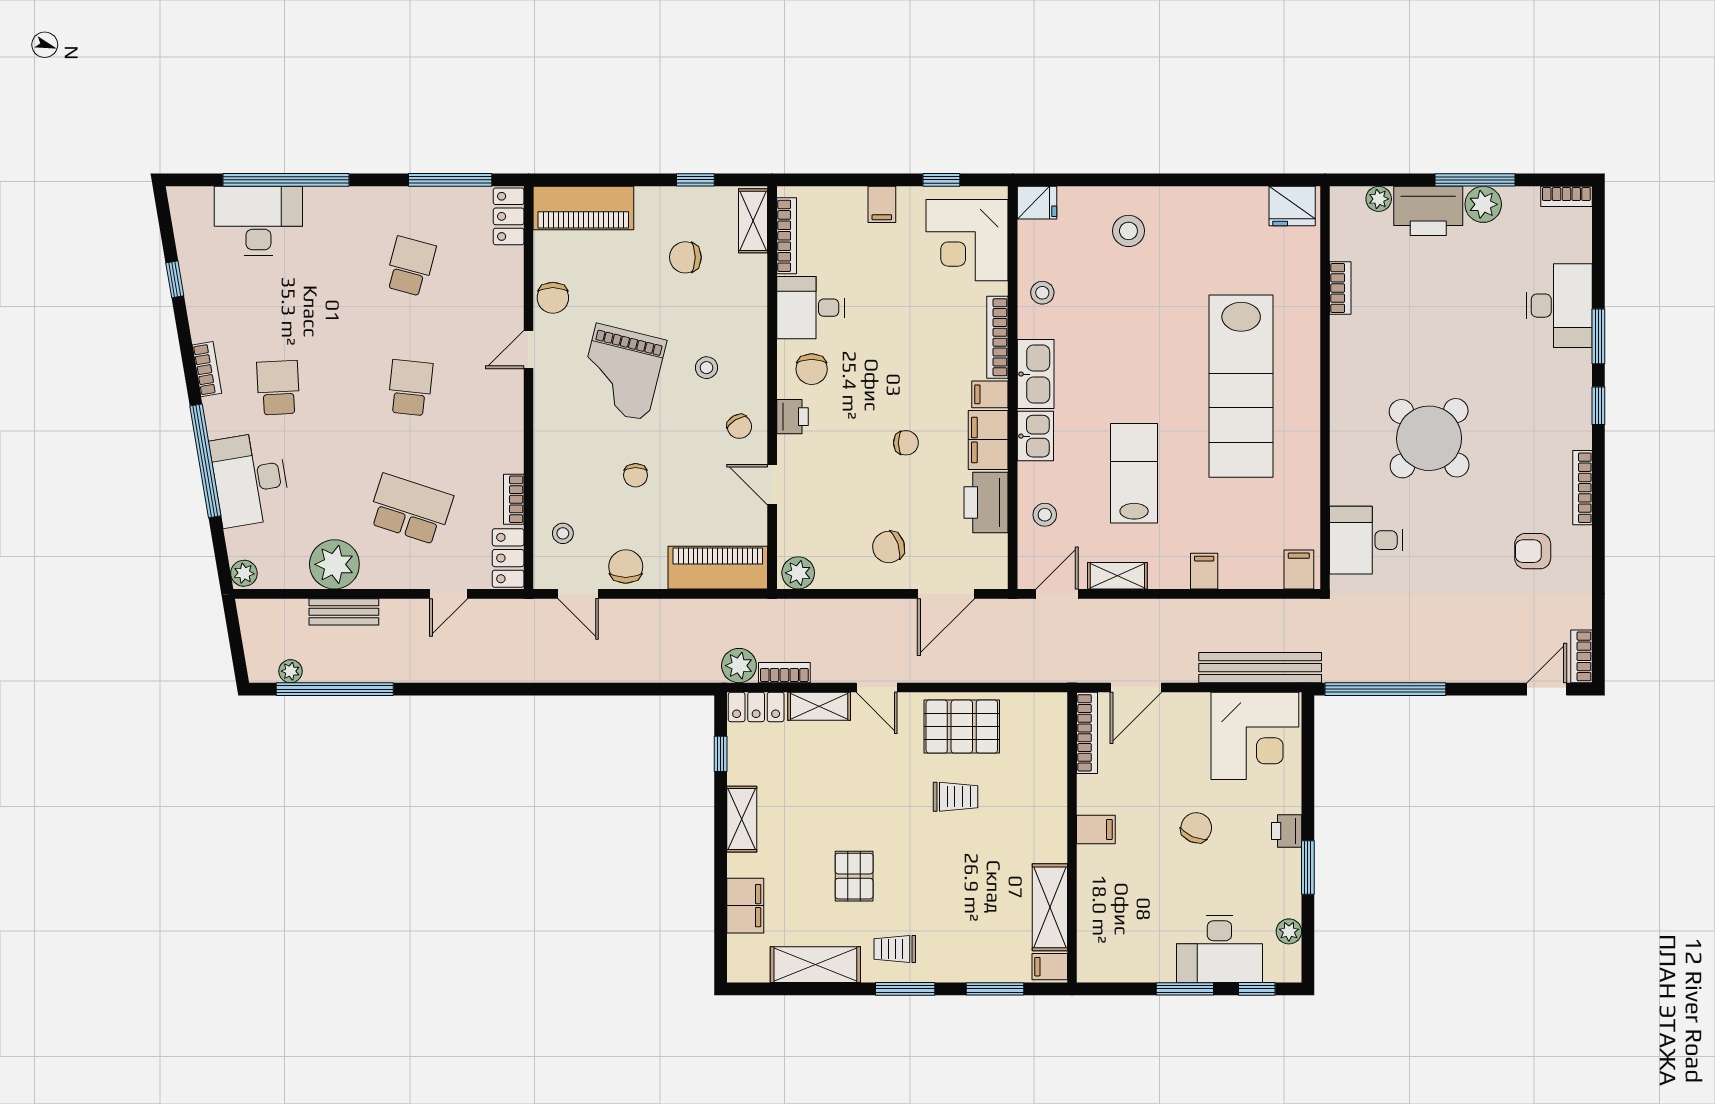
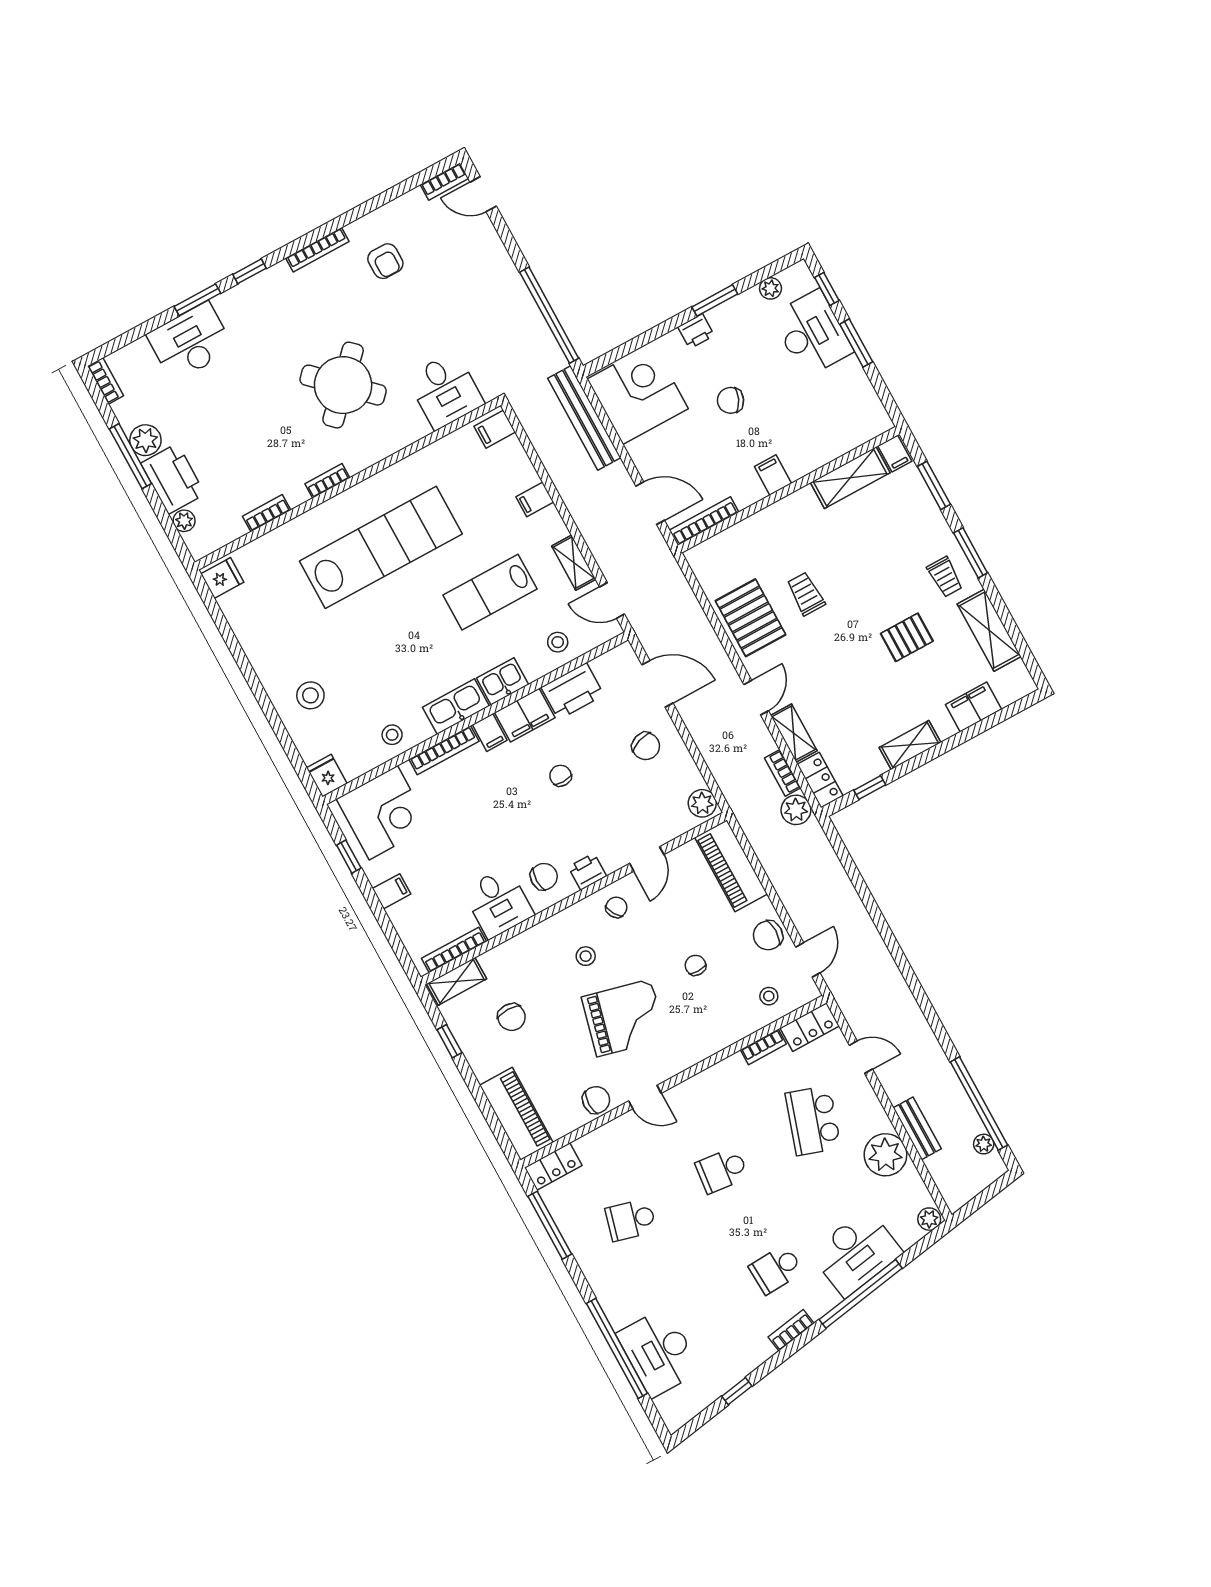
fridge: (1292, 206) -> (222, 578), width x0.72
bookcase: (1340, 368) -> (327, 481), added
chair: (636, 475) -> (695, 965), turned -90

